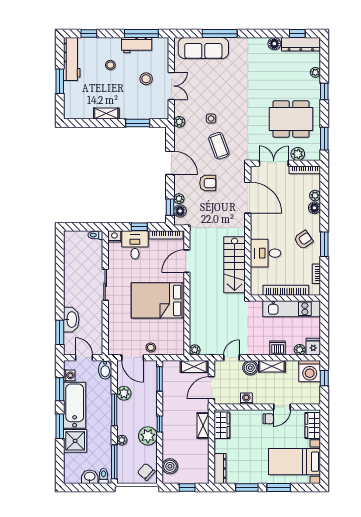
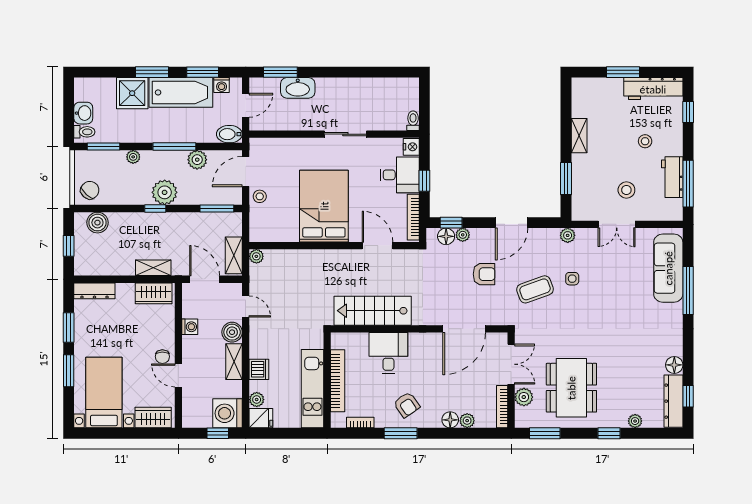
armchair: (208, 183) -> (484, 274), turned -90
plant: (148, 436) -> (165, 192), moved
window: (114, 462) -> (104, 147), width x0.69

